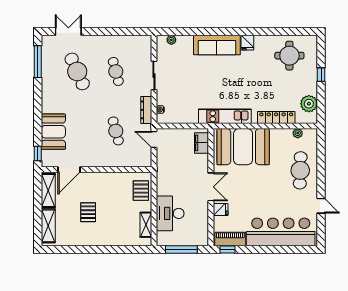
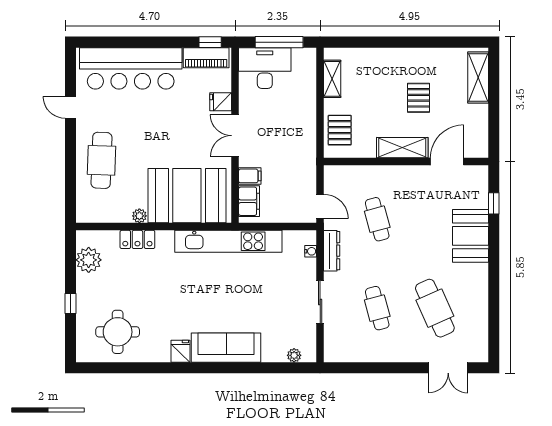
window: (38, 62) -> (494, 323), removed
kitchen unit: (225, 116) -> (228, 241), width x1.36
locker: (276, 117) -> (137, 239), width x0.66
booth: (53, 132) -> (471, 236), moved
plant: (298, 133) -> (139, 216), moved
window: (38, 154) -> (494, 203), moved
filing cabinet: (201, 160) -> (250, 176), added
shelving: (48, 191) -> (402, 148), moved, turned 90
desk: (170, 213) -> (265, 68), moved, turned -90

